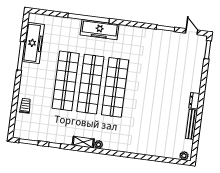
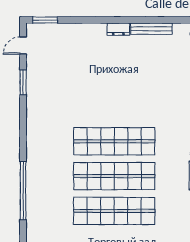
freezer: (100, 30) -> (37, 173), removed

